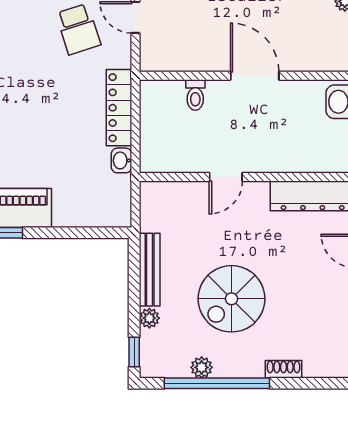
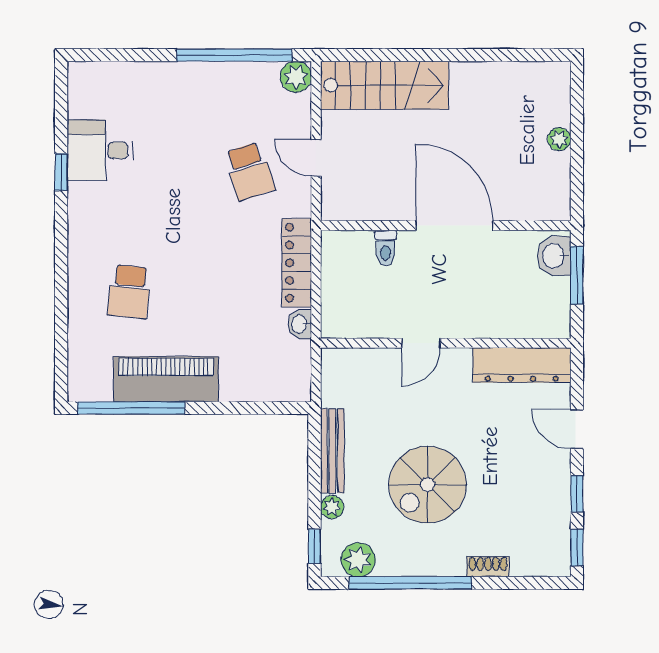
door: (255, 76) -> (454, 226), width x1.36
plant: (202, 367) -> (358, 560), moved, width x1.38, depth x1.38

